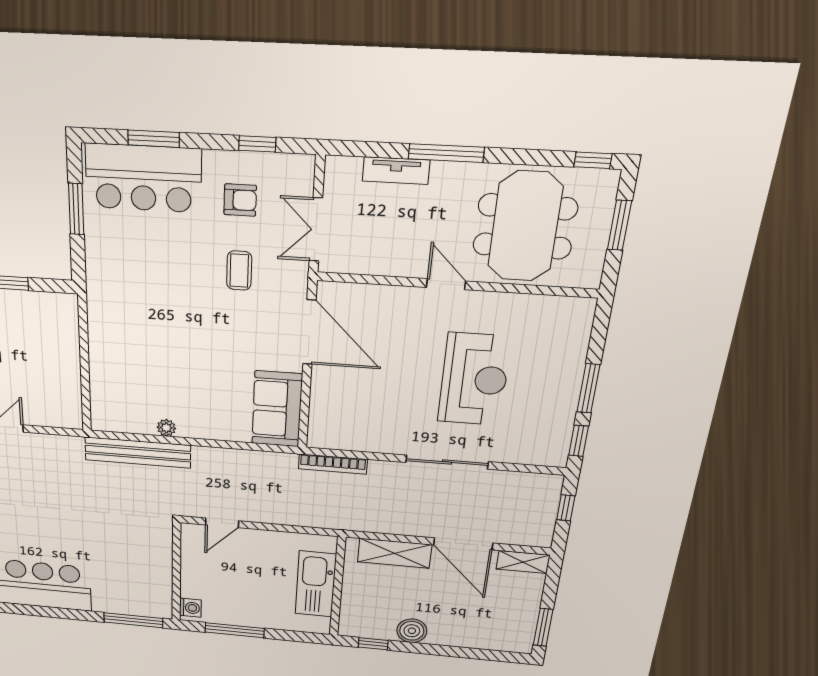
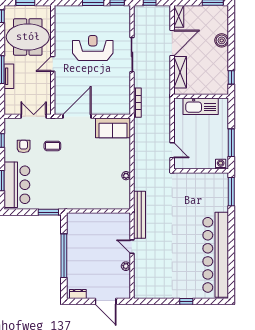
tv unit: (396, 171) -> (9, 76), moved
window: (76, 209) -> (48, 212), moved
double door: (316, 230) -> (34, 116), swing flipped
bench: (138, 453) -> (139, 215), moved
boiler: (412, 631) -> (222, 40), moved

